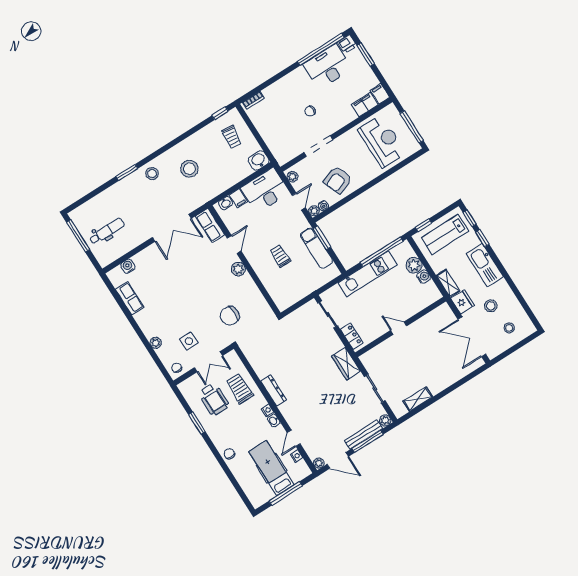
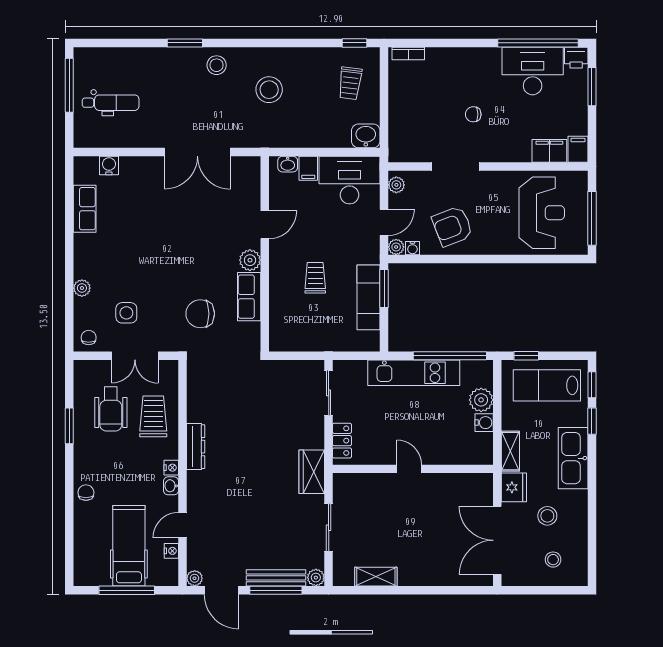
row of seats: (210, 225) -> (249, 297), moved

